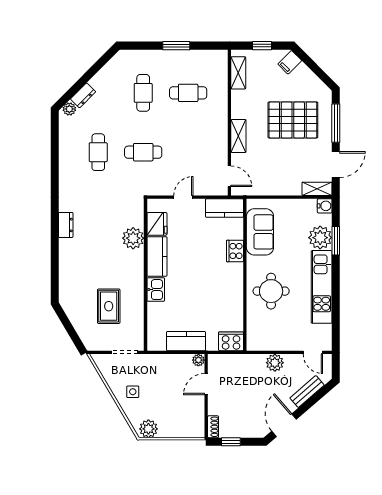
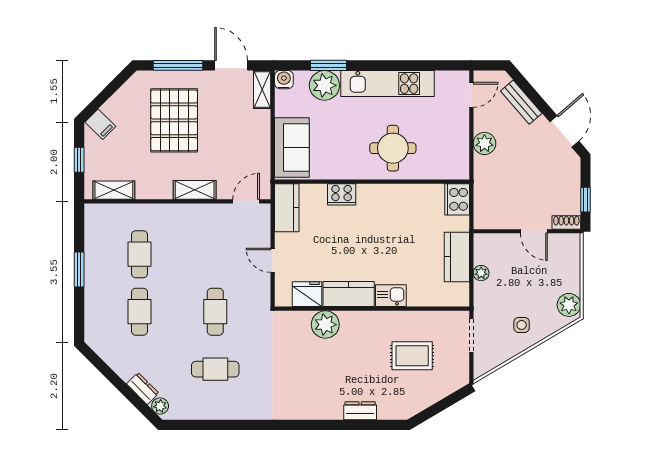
cafe table: (143, 93) -> (139, 312), turned 90
dresser: (66, 225) -> (360, 411), moved
sofa: (260, 232) -> (292, 147), moved, turned 90
plant: (198, 360) -> (481, 273), moved
door: (206, 384) -> (534, 231), moved
door: (284, 425) -> (564, 131), swing flipped

